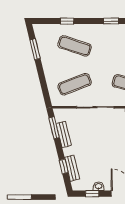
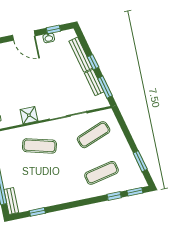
window: (111, 21) -> (135, 192), moved
exercise mat: (75, 46) -> (101, 173), turned -30
window: (64, 166) -> (93, 62), moved
bench: (72, 168) -> (81, 55), width x1.36

